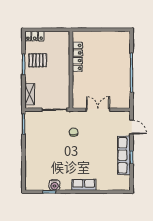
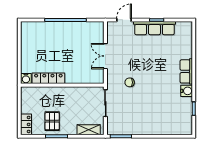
water cooler: (77, 36) -> (26, 79), added
water cooler: (54, 185) -> (187, 91), moved

